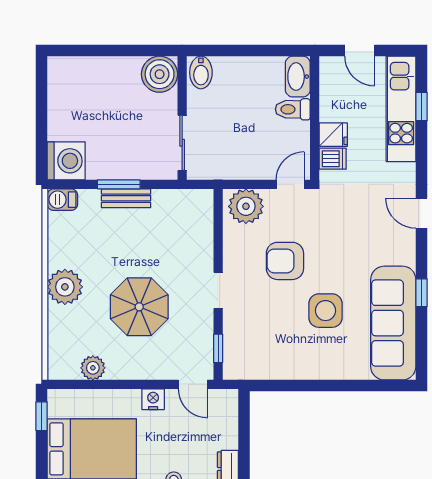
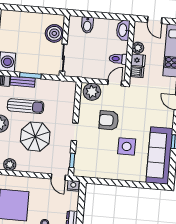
bidet: (201, 72) -> (87, 25), moved
boiler: (160, 74) -> (54, 33), moved
toilet: (293, 109) -> (118, 59), moved
plant: (331, 110) -> (138, 48), added
bench: (126, 198) -> (23, 82), moved
sun lounger: (115, 247) -> (26, 106), added
nightstand: (153, 399) -> (73, 186), moved

